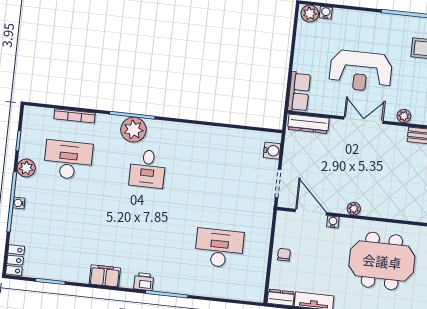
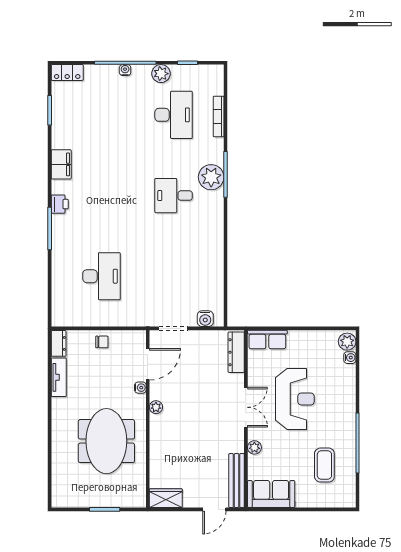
reception desk: (361, 71) -> (295, 399), turned 180

